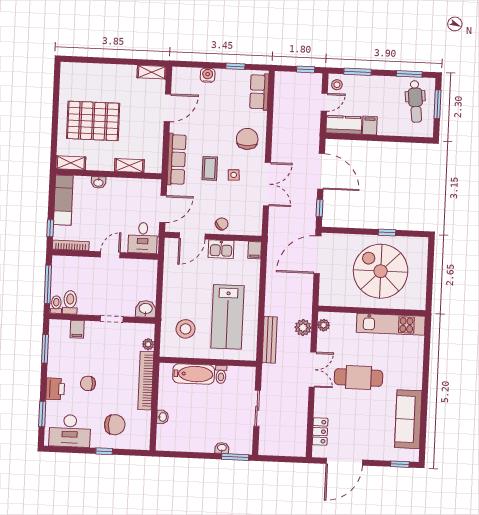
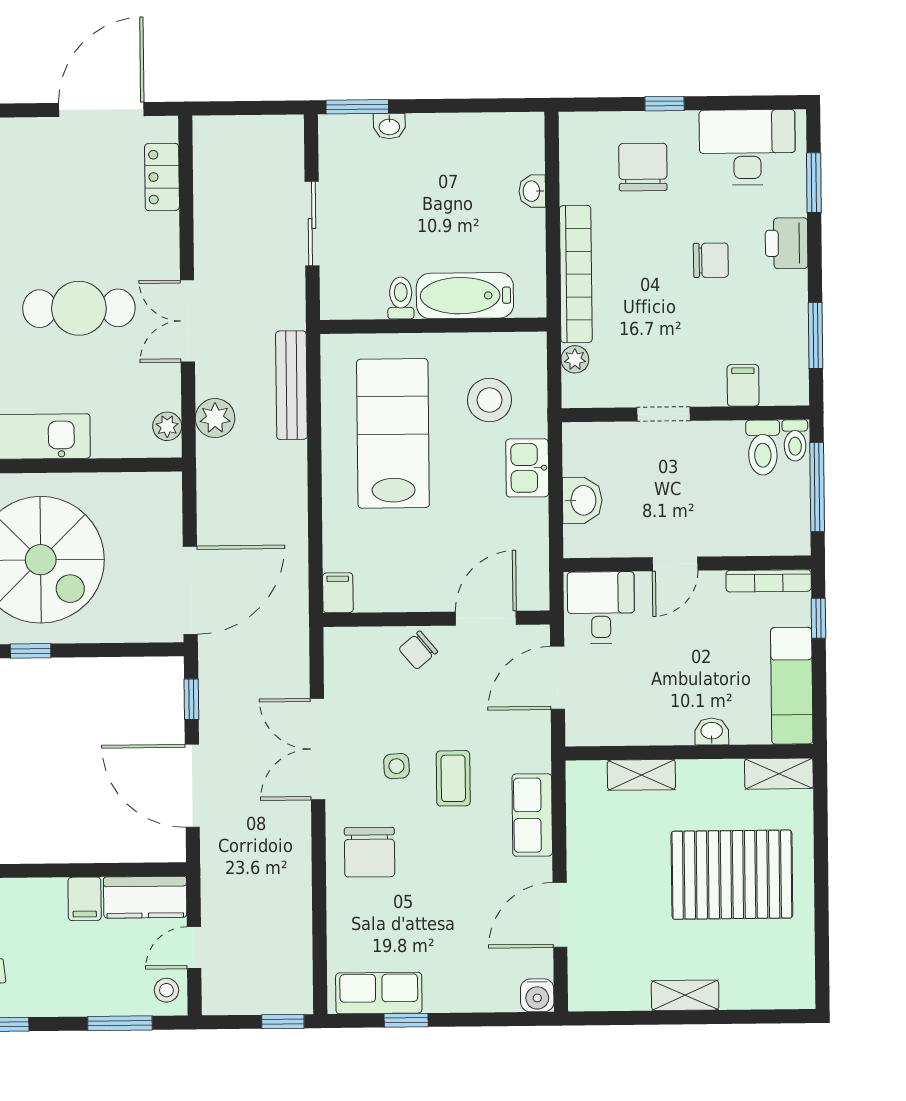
window: (306, 69) -> (283, 1022), moved
shelving: (152, 72) -> (685, 995), moved
water cooler: (208, 75) -> (537, 995), moved
row of seats: (259, 92) -> (379, 993), moved, turned -90
row of seats: (177, 159) -> (532, 815), width x0.68
kitchen sink: (221, 249) -> (527, 468), moved, turned -90
washbasin: (146, 309) -> (582, 500), moved, turned -90
chair: (115, 425) -> (643, 167), turned 90

